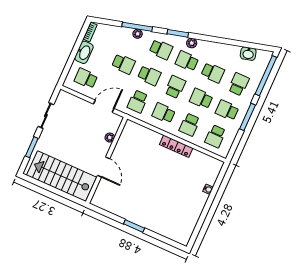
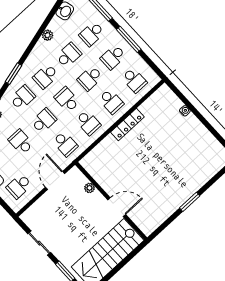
plant: (192, 43) -> (48, 35), moved
school desk: (123, 64) -> (21, 142), turned -90
school desk: (239, 84) -> (92, 34), turned -90
school desk: (164, 113) -> (88, 123), turned -90

